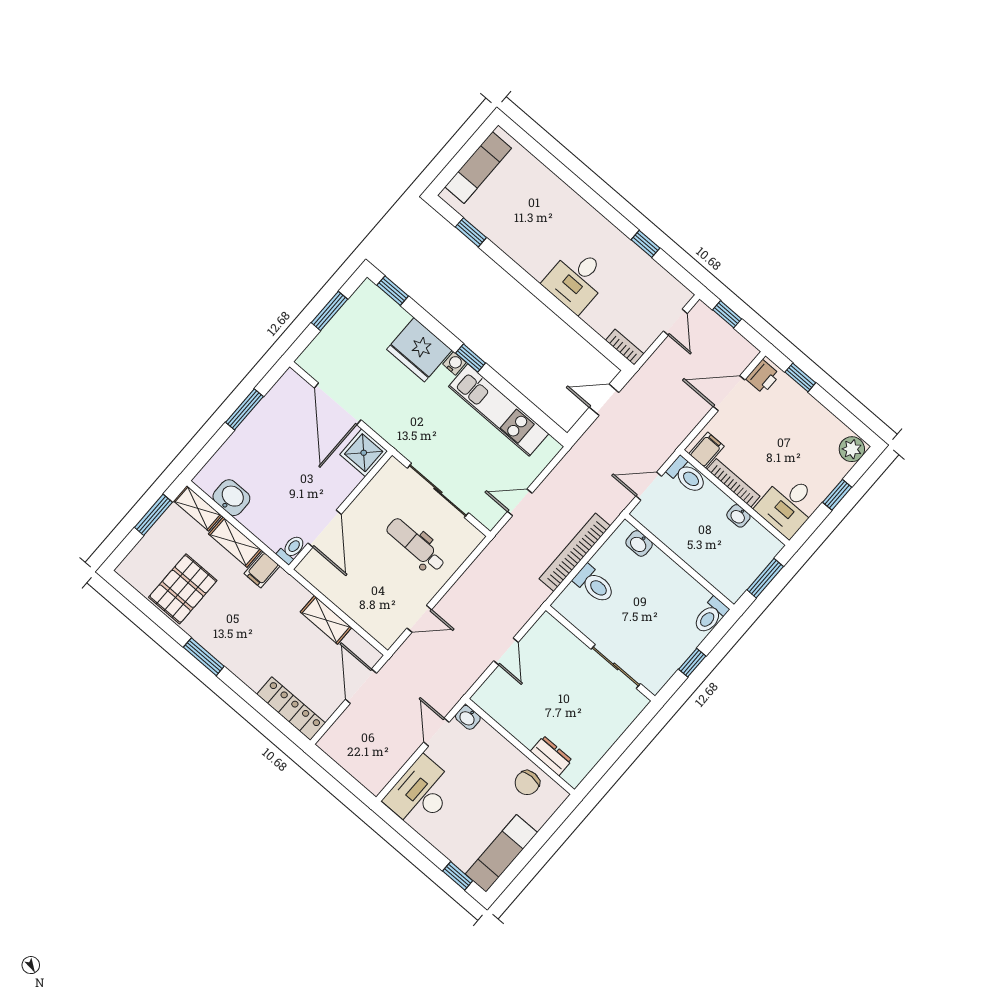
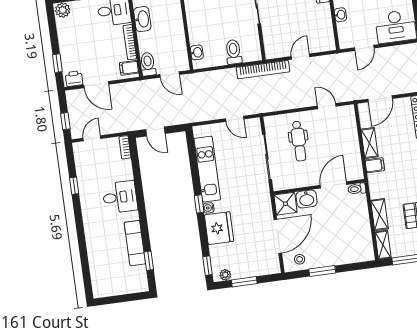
exam couch: (478, 168) -> (135, 243), moved, turned -90
plant: (361, 299) -> (225, 275), added
stool: (285, 399) -> (300, 259), added
washbasin: (231, 498) -> (307, 199), moved, turned -90
washbasin: (738, 516) -> (142, 19), width x1.91, depth x1.45
bookcase: (575, 552) -> (263, 70), moved
filing cabinet: (262, 570) -> (375, 165), moved
washbasin: (468, 717) -> (340, 15), moved

